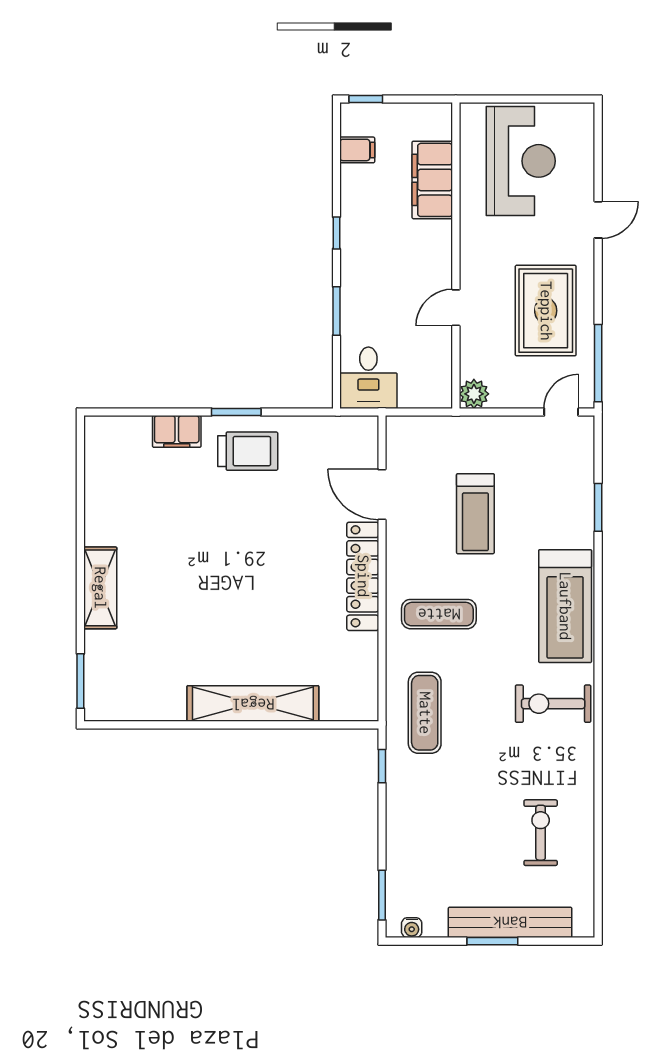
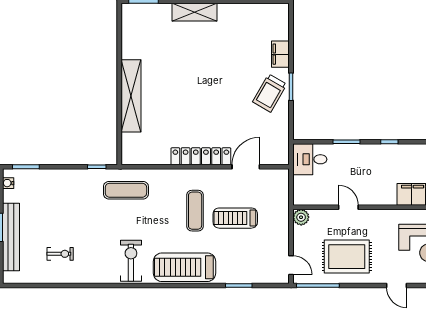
trolley: (248, 451) -> (270, 93), turned 30
exercise mat: (439, 614) -> (195, 211), moved
exercise bike: (541, 833) -> (60, 254), width x0.73, depth x0.72

